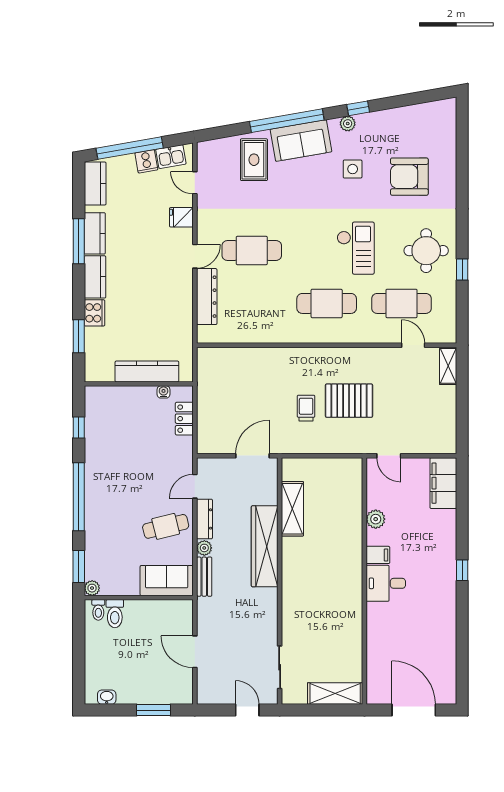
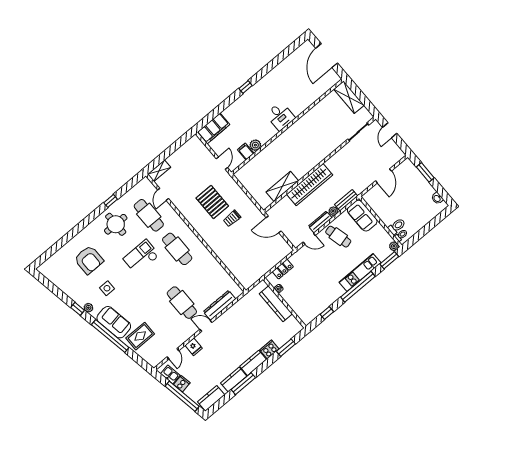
kitchen unit: (95, 515) -> (360, 273), added
filing cabinet: (378, 555) -> (246, 152), moved

